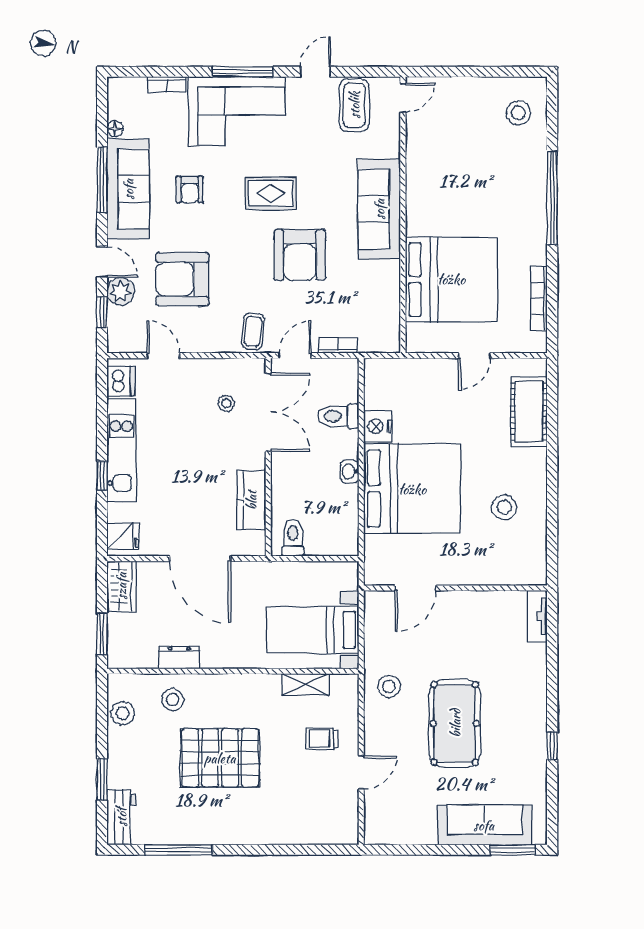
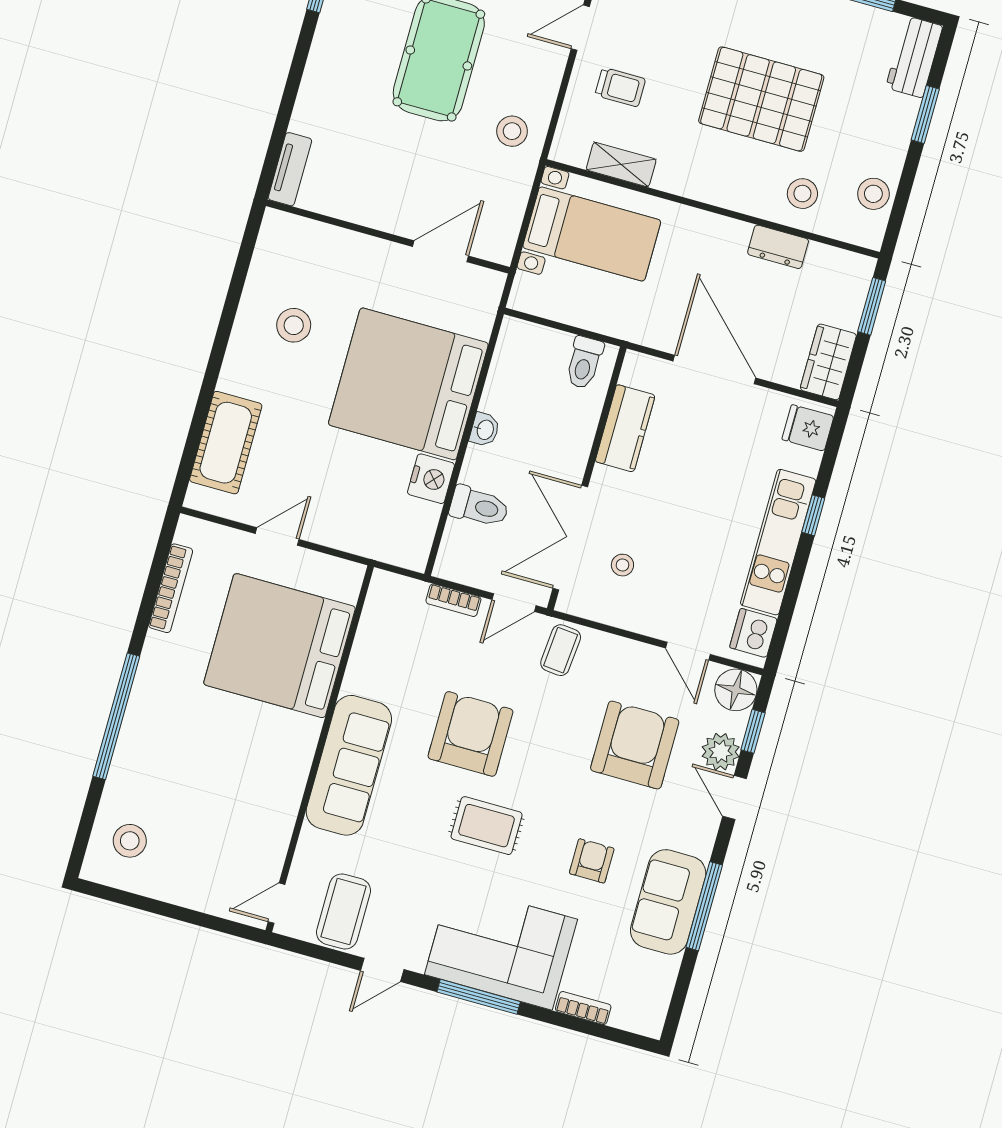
floor lamp: (115, 129) -> (736, 690), moved, width x1.89, depth x1.89
sofa: (128, 189) -> (668, 902), width x0.73
armchair: (182, 279) -> (635, 745), turned -90

